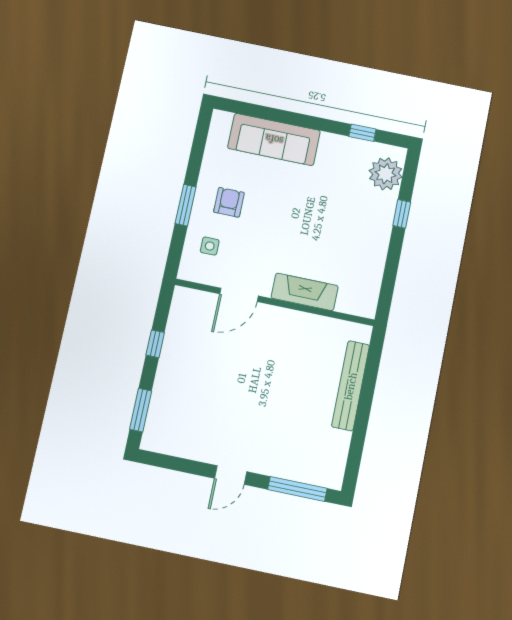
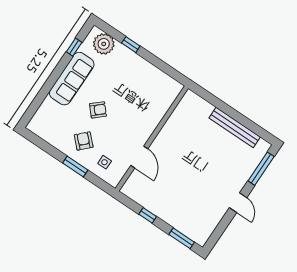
sofa: (274, 139) -> (72, 79), moved
armchair: (229, 202) -> (84, 141), turned 45
armchair: (284, 205) -> (98, 110), added
fireplace: (305, 292) -> (153, 119), removed
bench: (351, 386) -> (235, 127), moved

